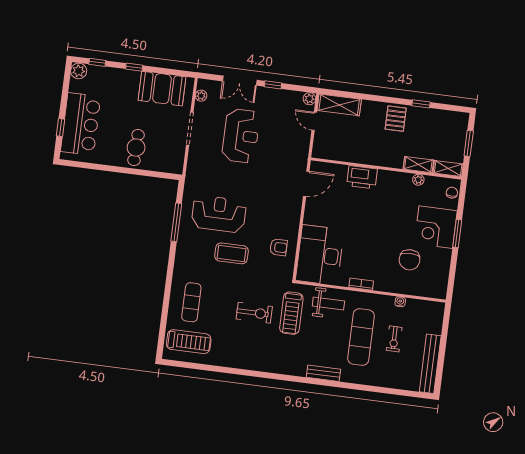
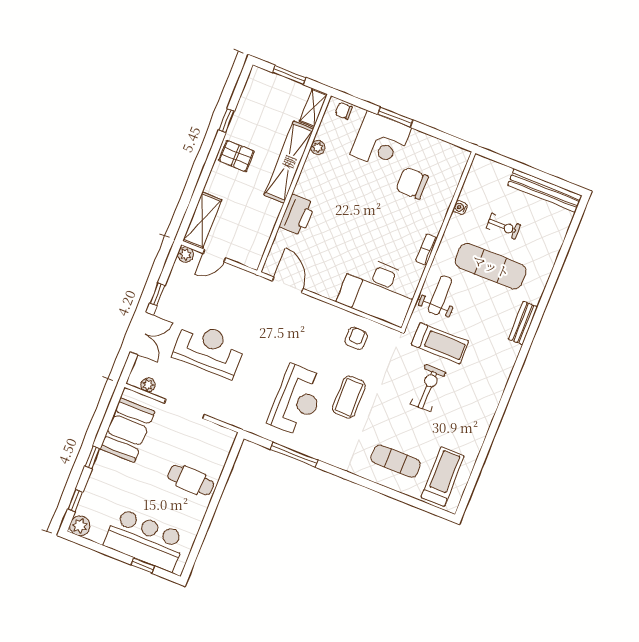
shelving: (418, 165) -> (289, 162), width x2.20, depth x1.33
reception desk: (219, 214) -> (297, 400), turned 180
chair: (410, 260) -> (412, 183), turned 180

